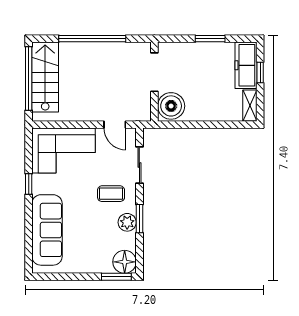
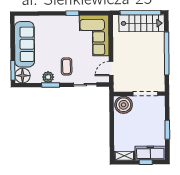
sofa: (47, 230) -> (24, 44), moved, turned -90

